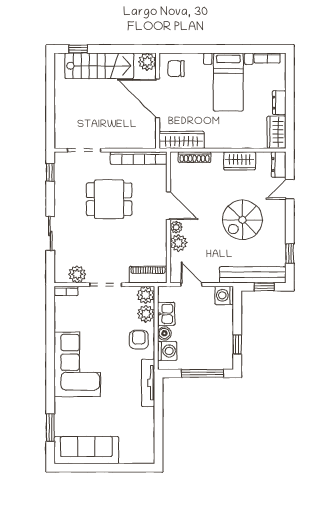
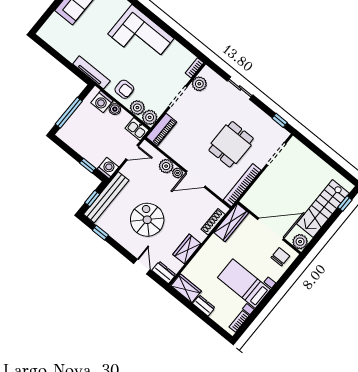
kitchen sink: (166, 314) -> (137, 129), moved
window: (237, 345) -> (88, 166), moved

